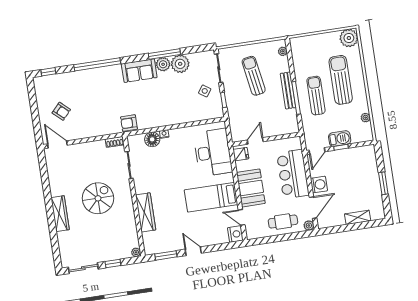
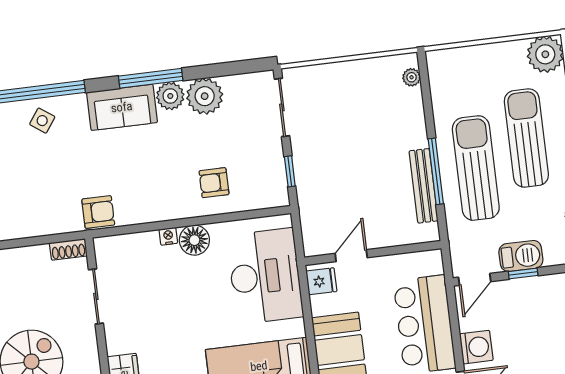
window: (164, 54) -> (151, 78), moved
sun lounger: (254, 76) -> (352, 124), removed
bench: (288, 90) -> (424, 186), moved
side table: (205, 91) -> (42, 121), moved
sun lounger: (316, 96) -> (476, 168), width x1.36, depth x1.34
armchair: (186, 107) -> (214, 183), added
armchair: (129, 123) -> (98, 212), turned 180
floor lamp: (152, 139) -> (194, 240), moved

